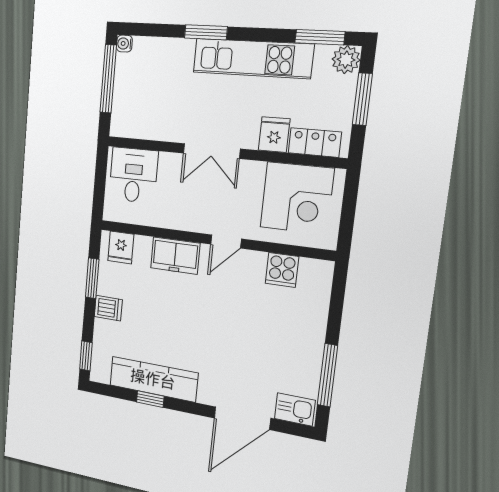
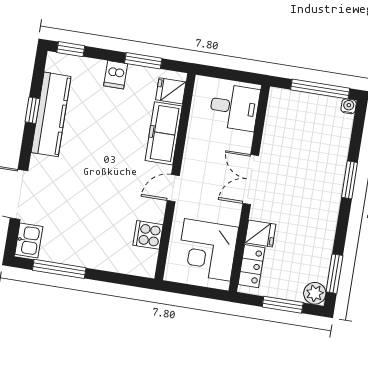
kitchen unit: (252, 58) -> (324, 218), removed
door: (226, 242) -> (173, 188), hinge flipped
freezer: (175, 256) -> (164, 133), width x1.40

